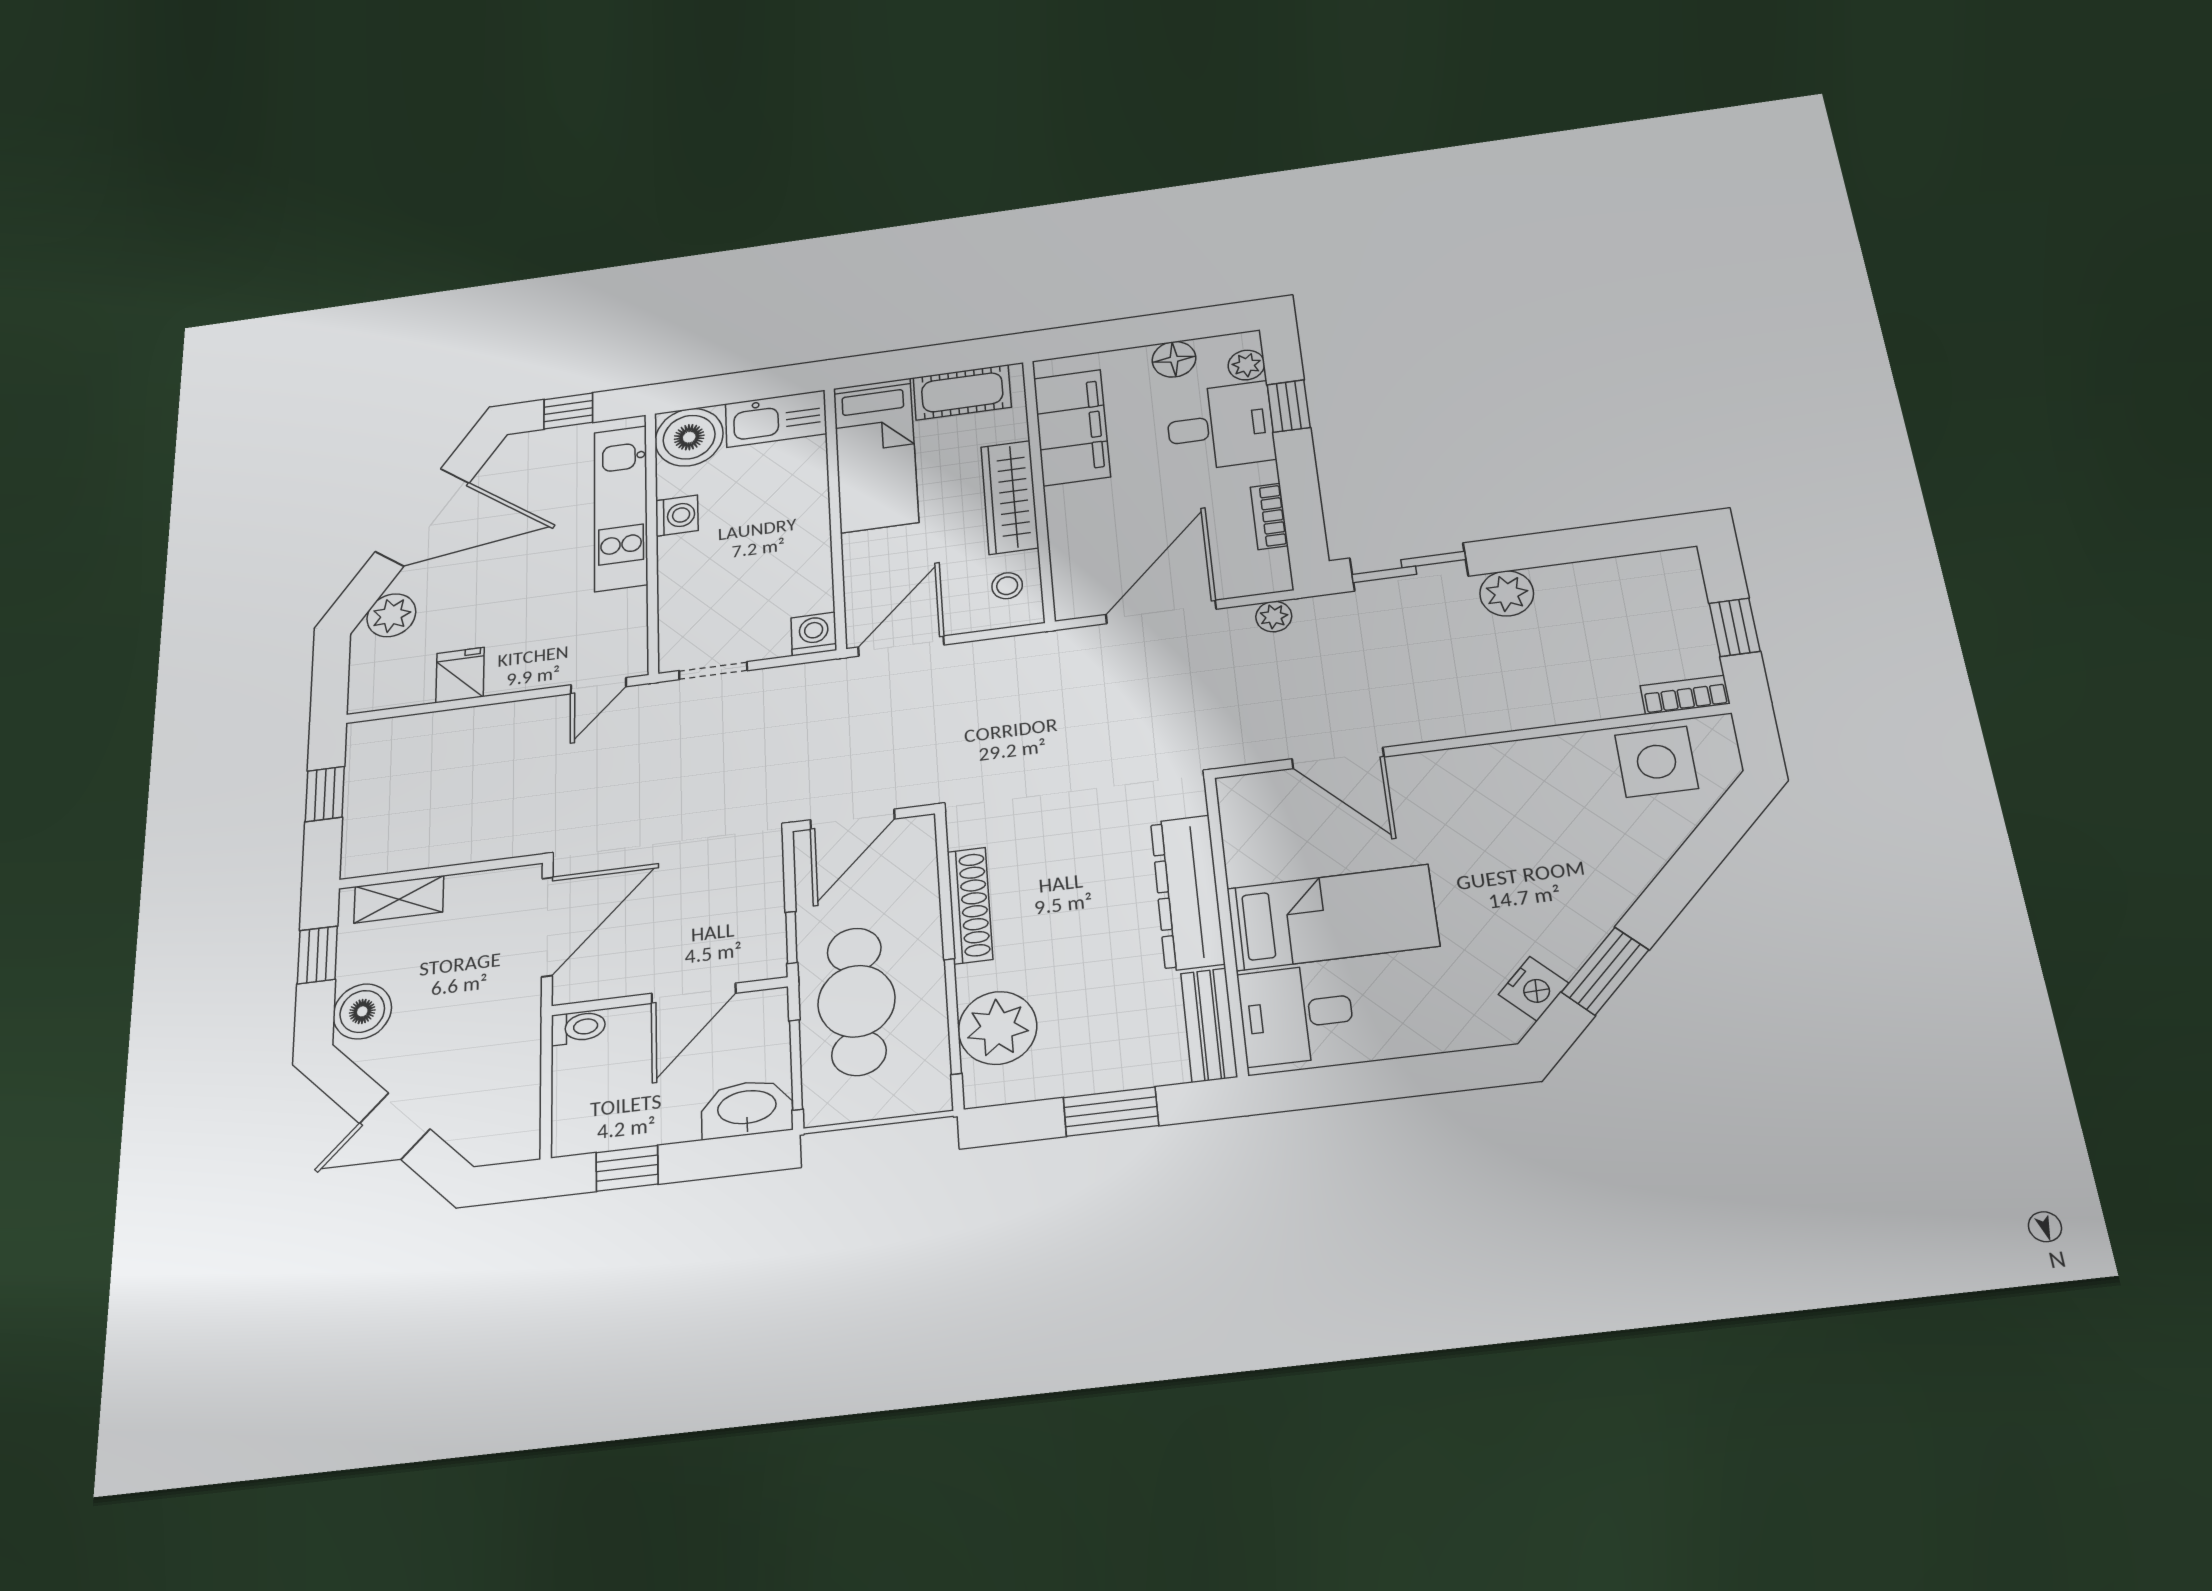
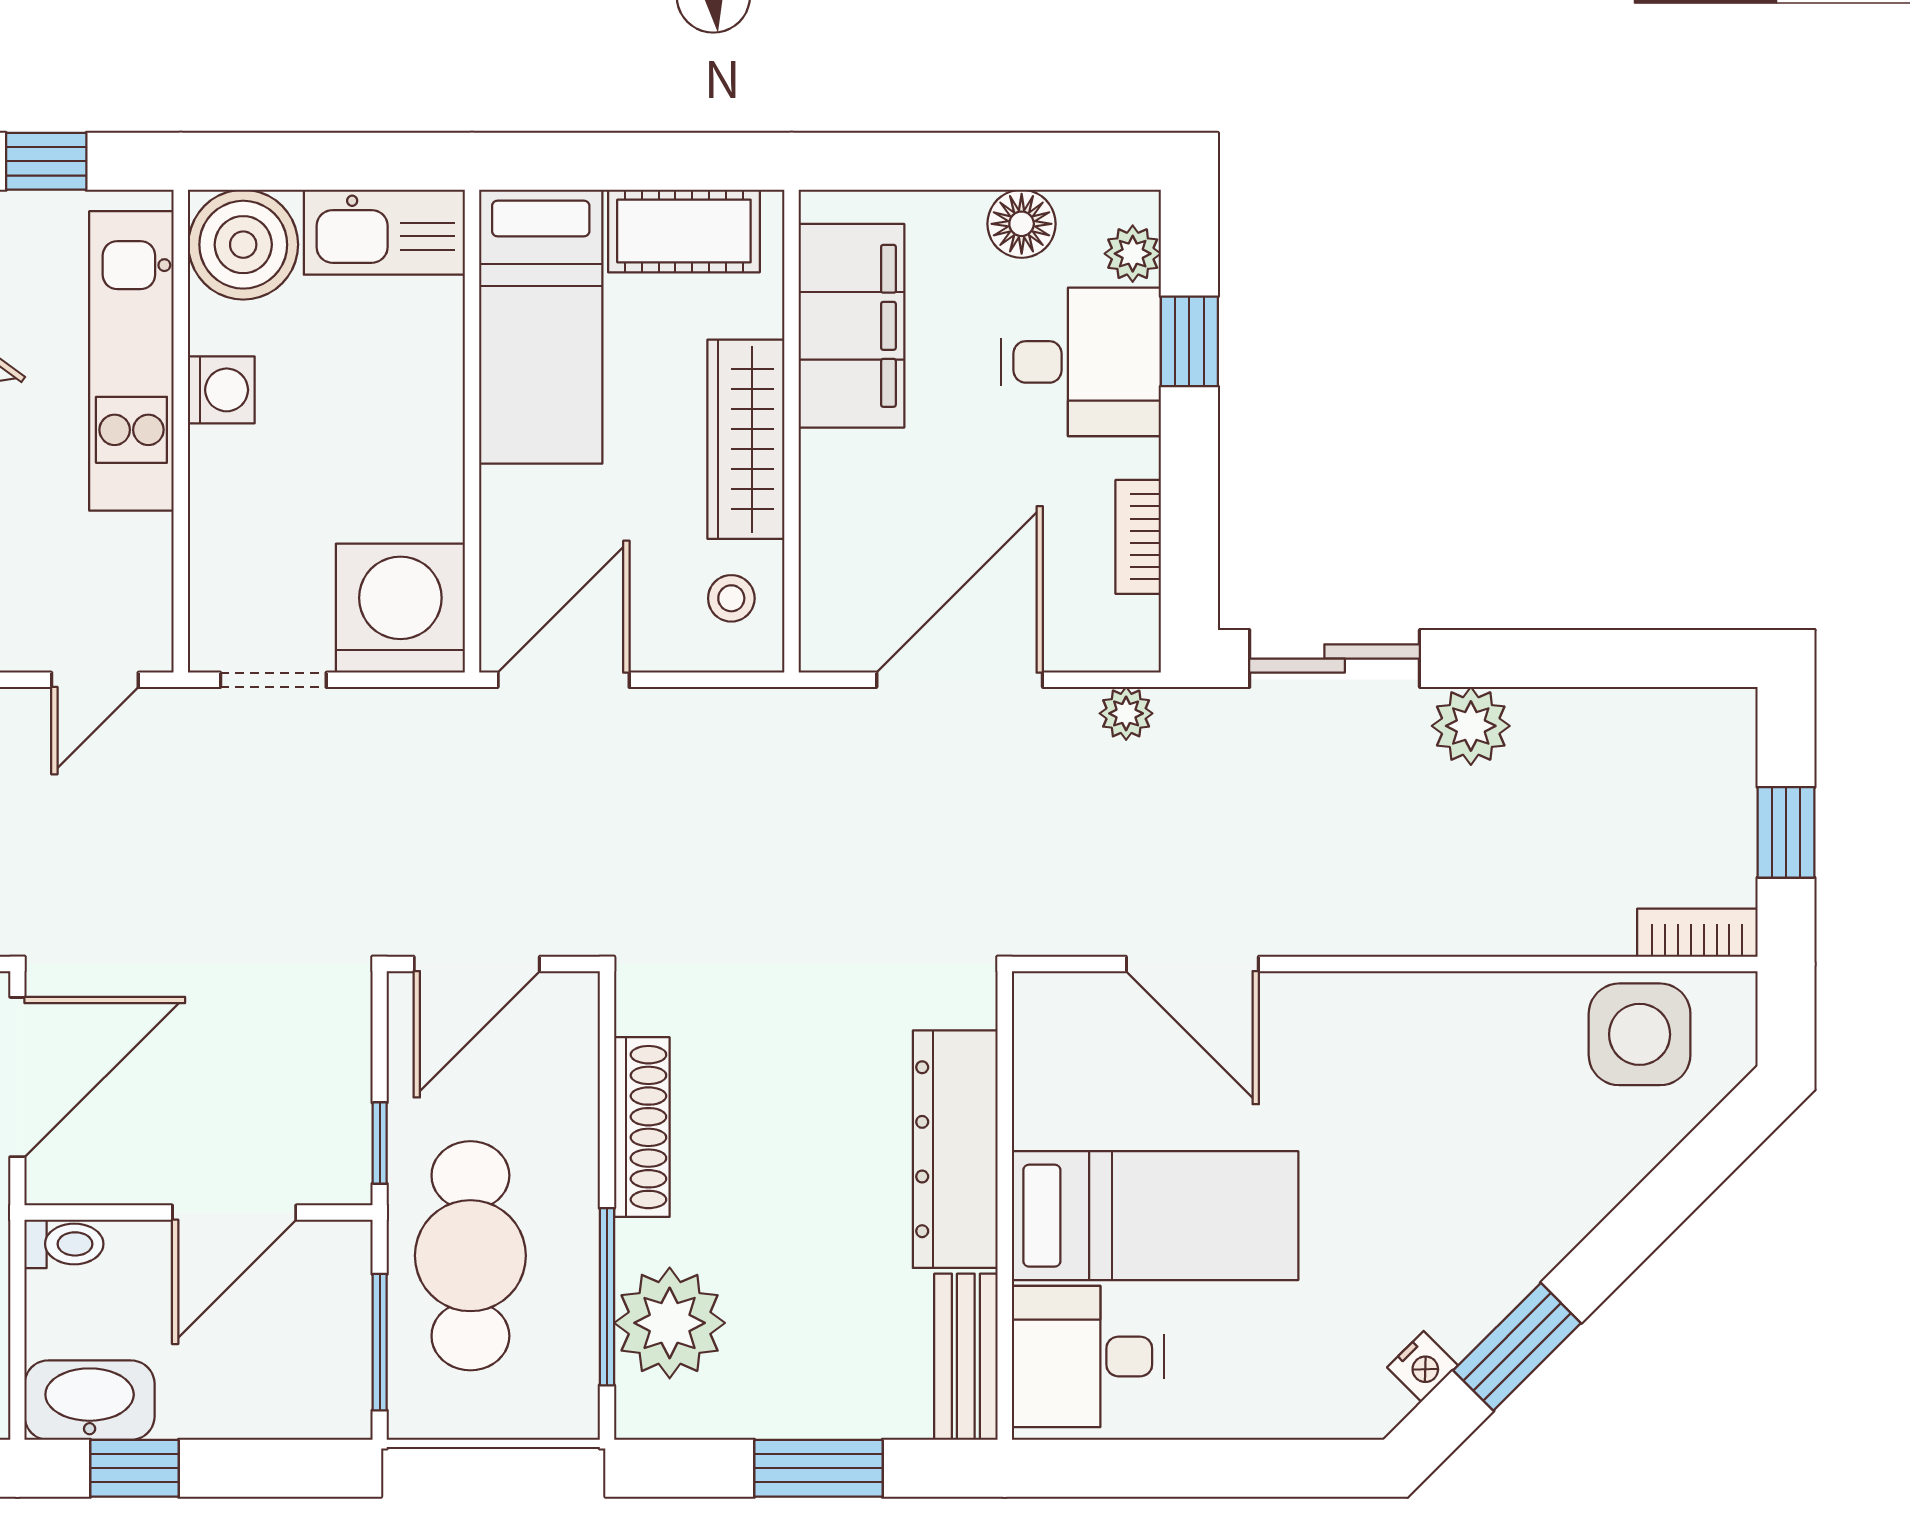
washing machine: (814, 634) -> (400, 608), width x1.89, depth x1.89
nightstand: (1533, 989) -> (1423, 1366), width x0.72, depth x0.74
washbasin: (747, 1109) -> (90, 1400), moved

